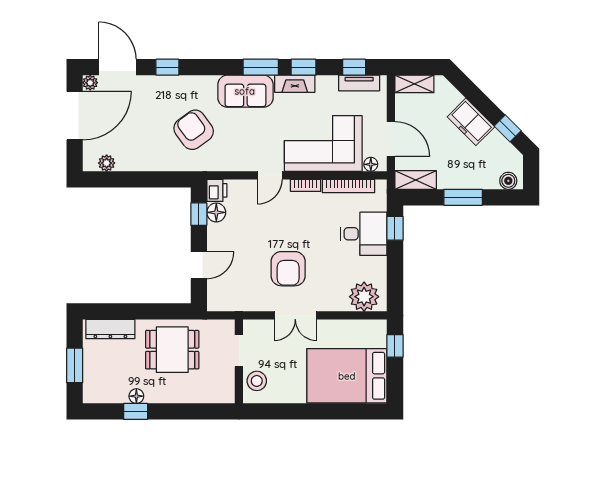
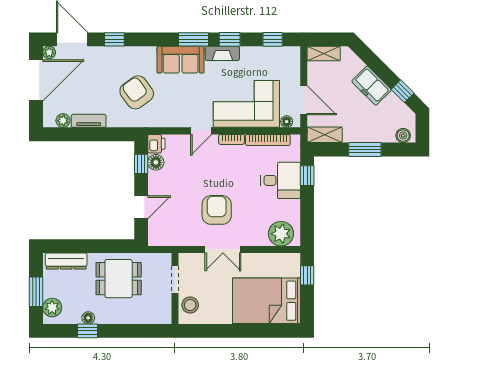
tv unit: (359, 83) -> (89, 121), moved, turned 180
armchair: (288, 269) -> (217, 210), turned 180
plant: (94, 384) -> (52, 308), added

